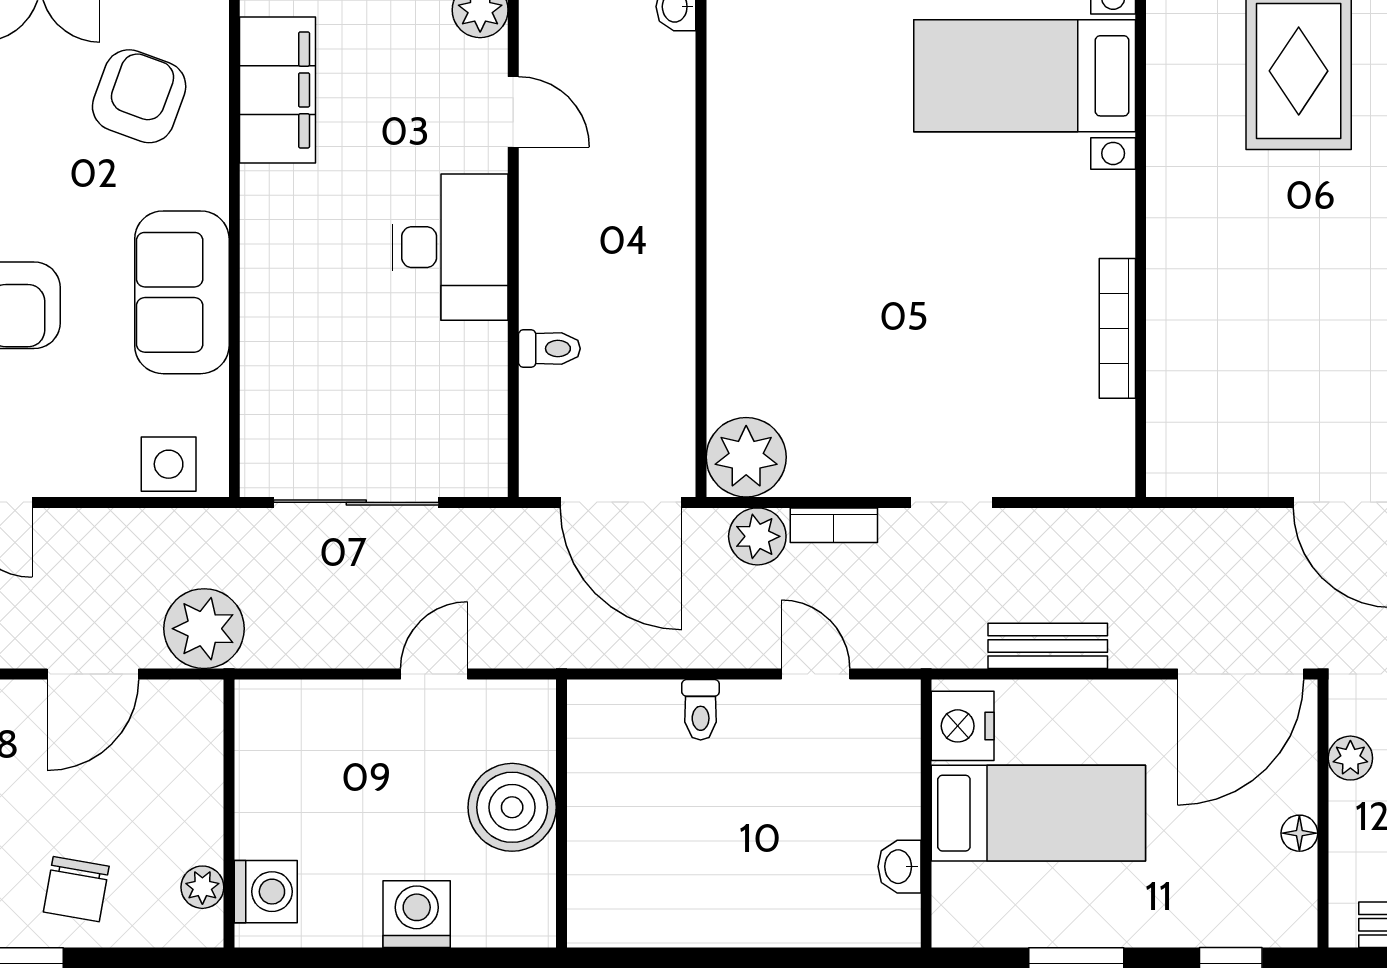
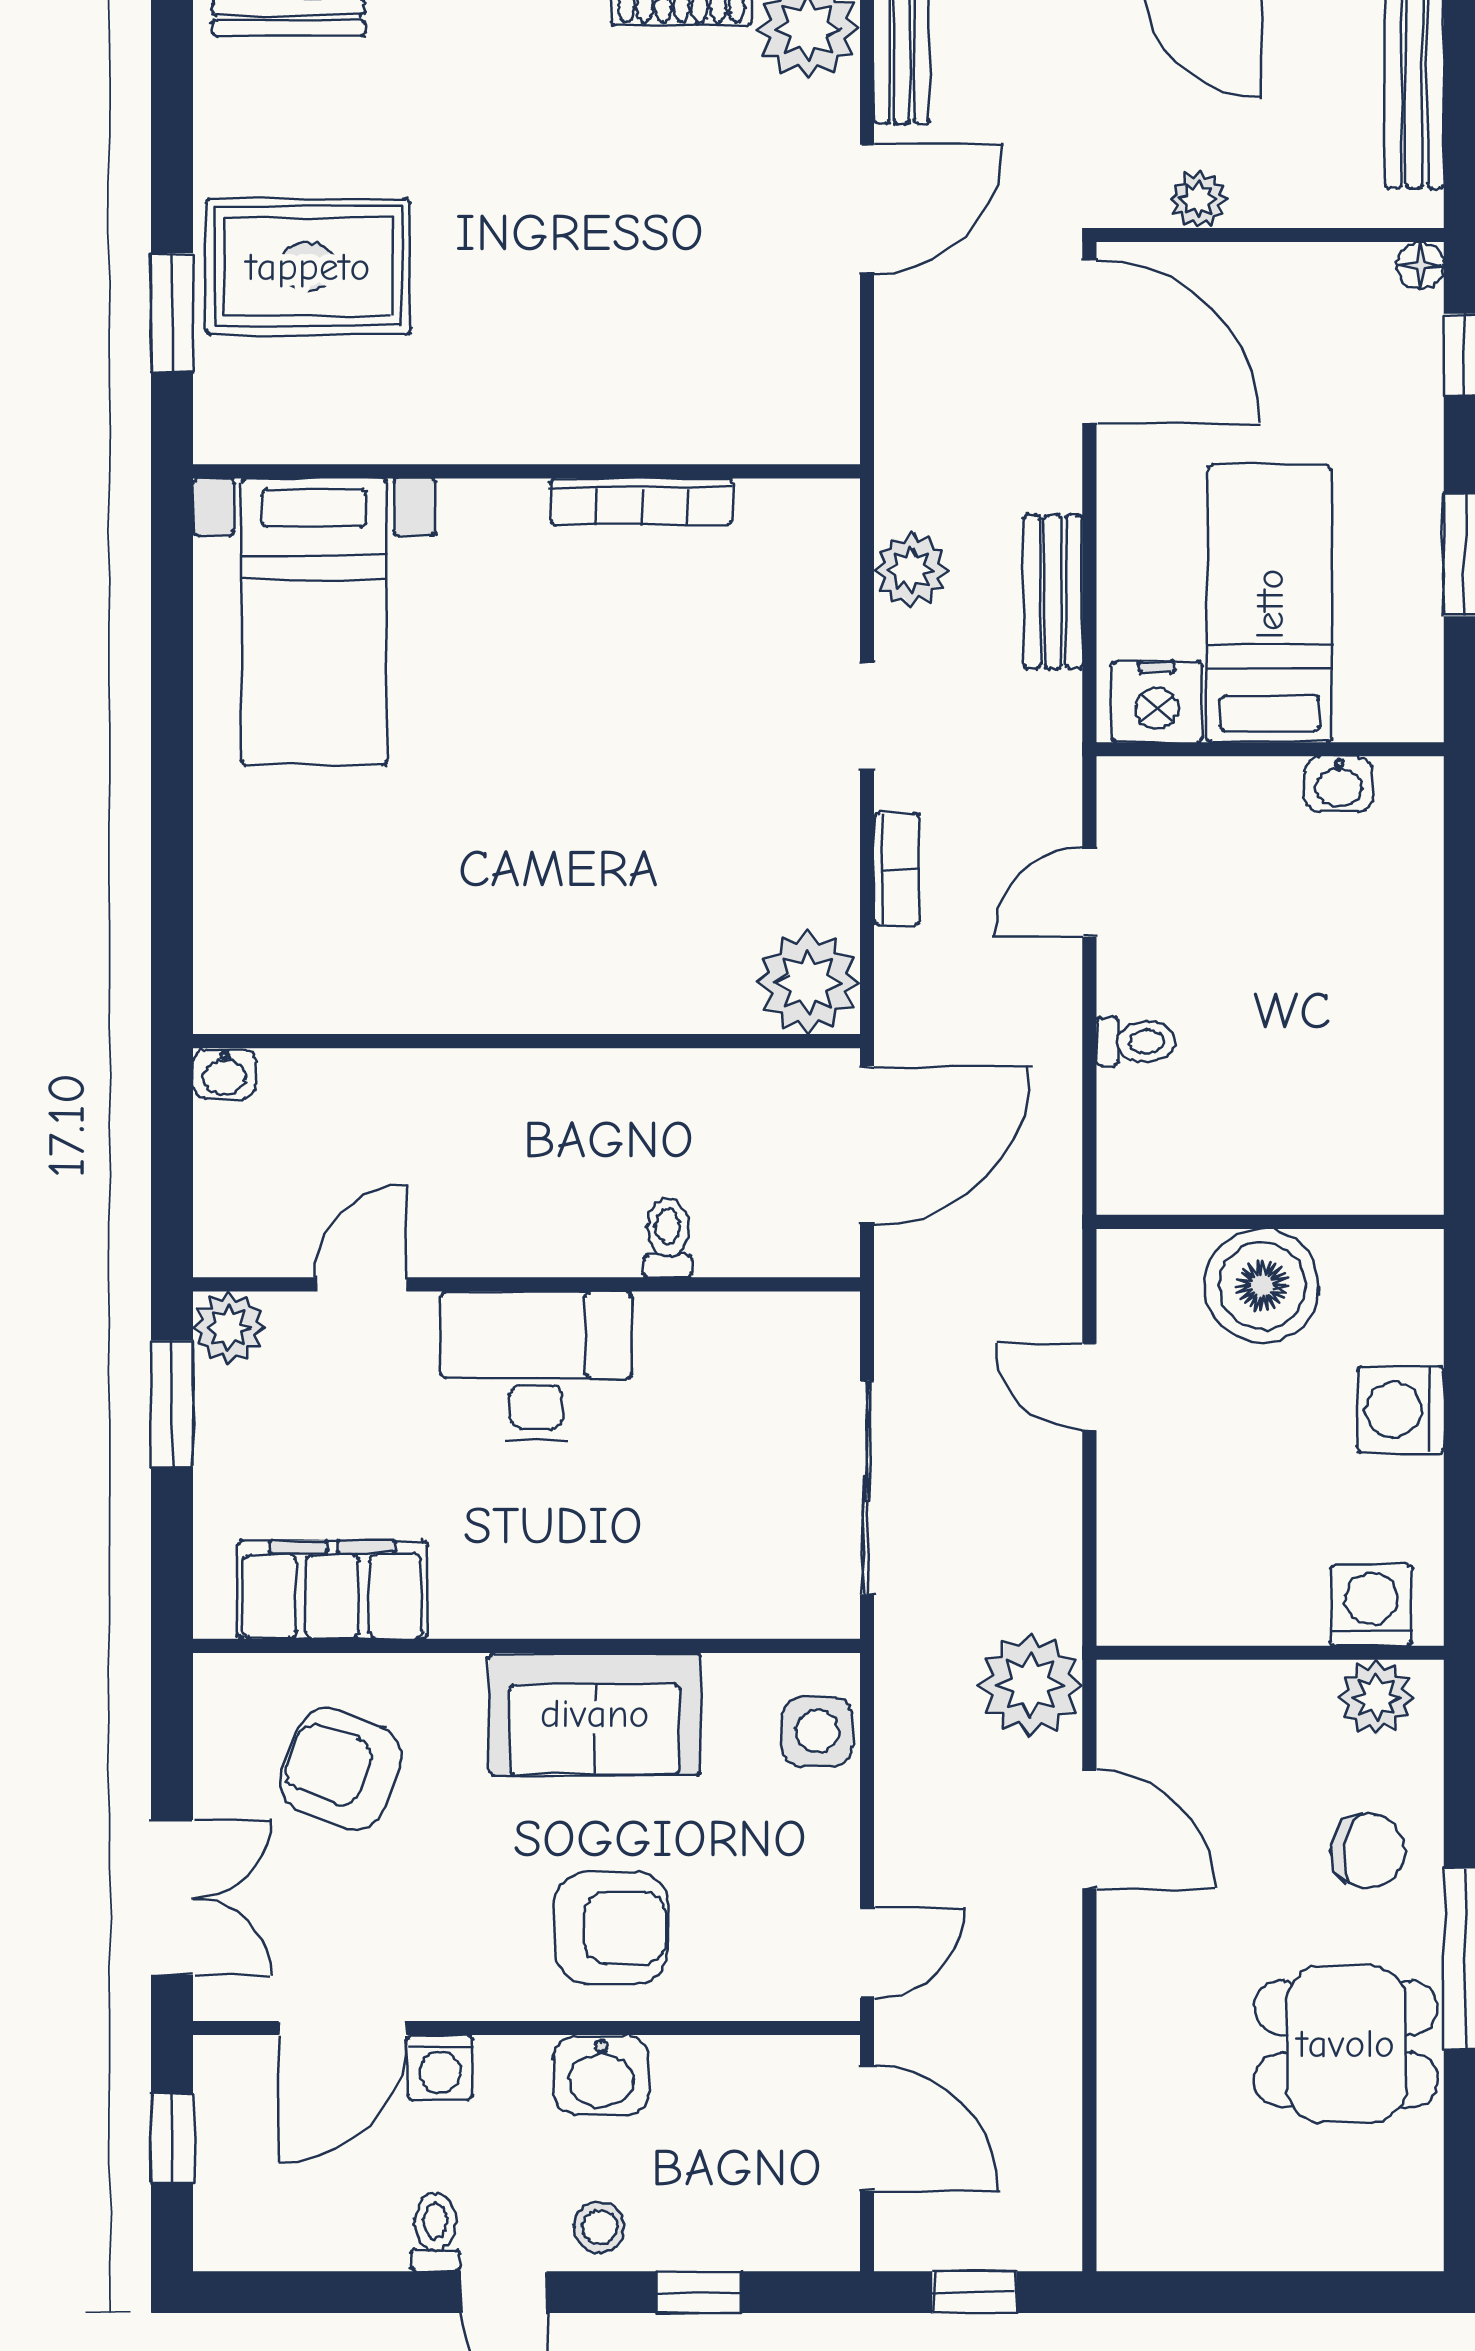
plant: (757, 536) -> (911, 570), moved
floor lamp: (1299, 833) -> (1420, 266), moved
plant: (202, 887) -> (1376, 1698), width x1.38, depth x1.38

